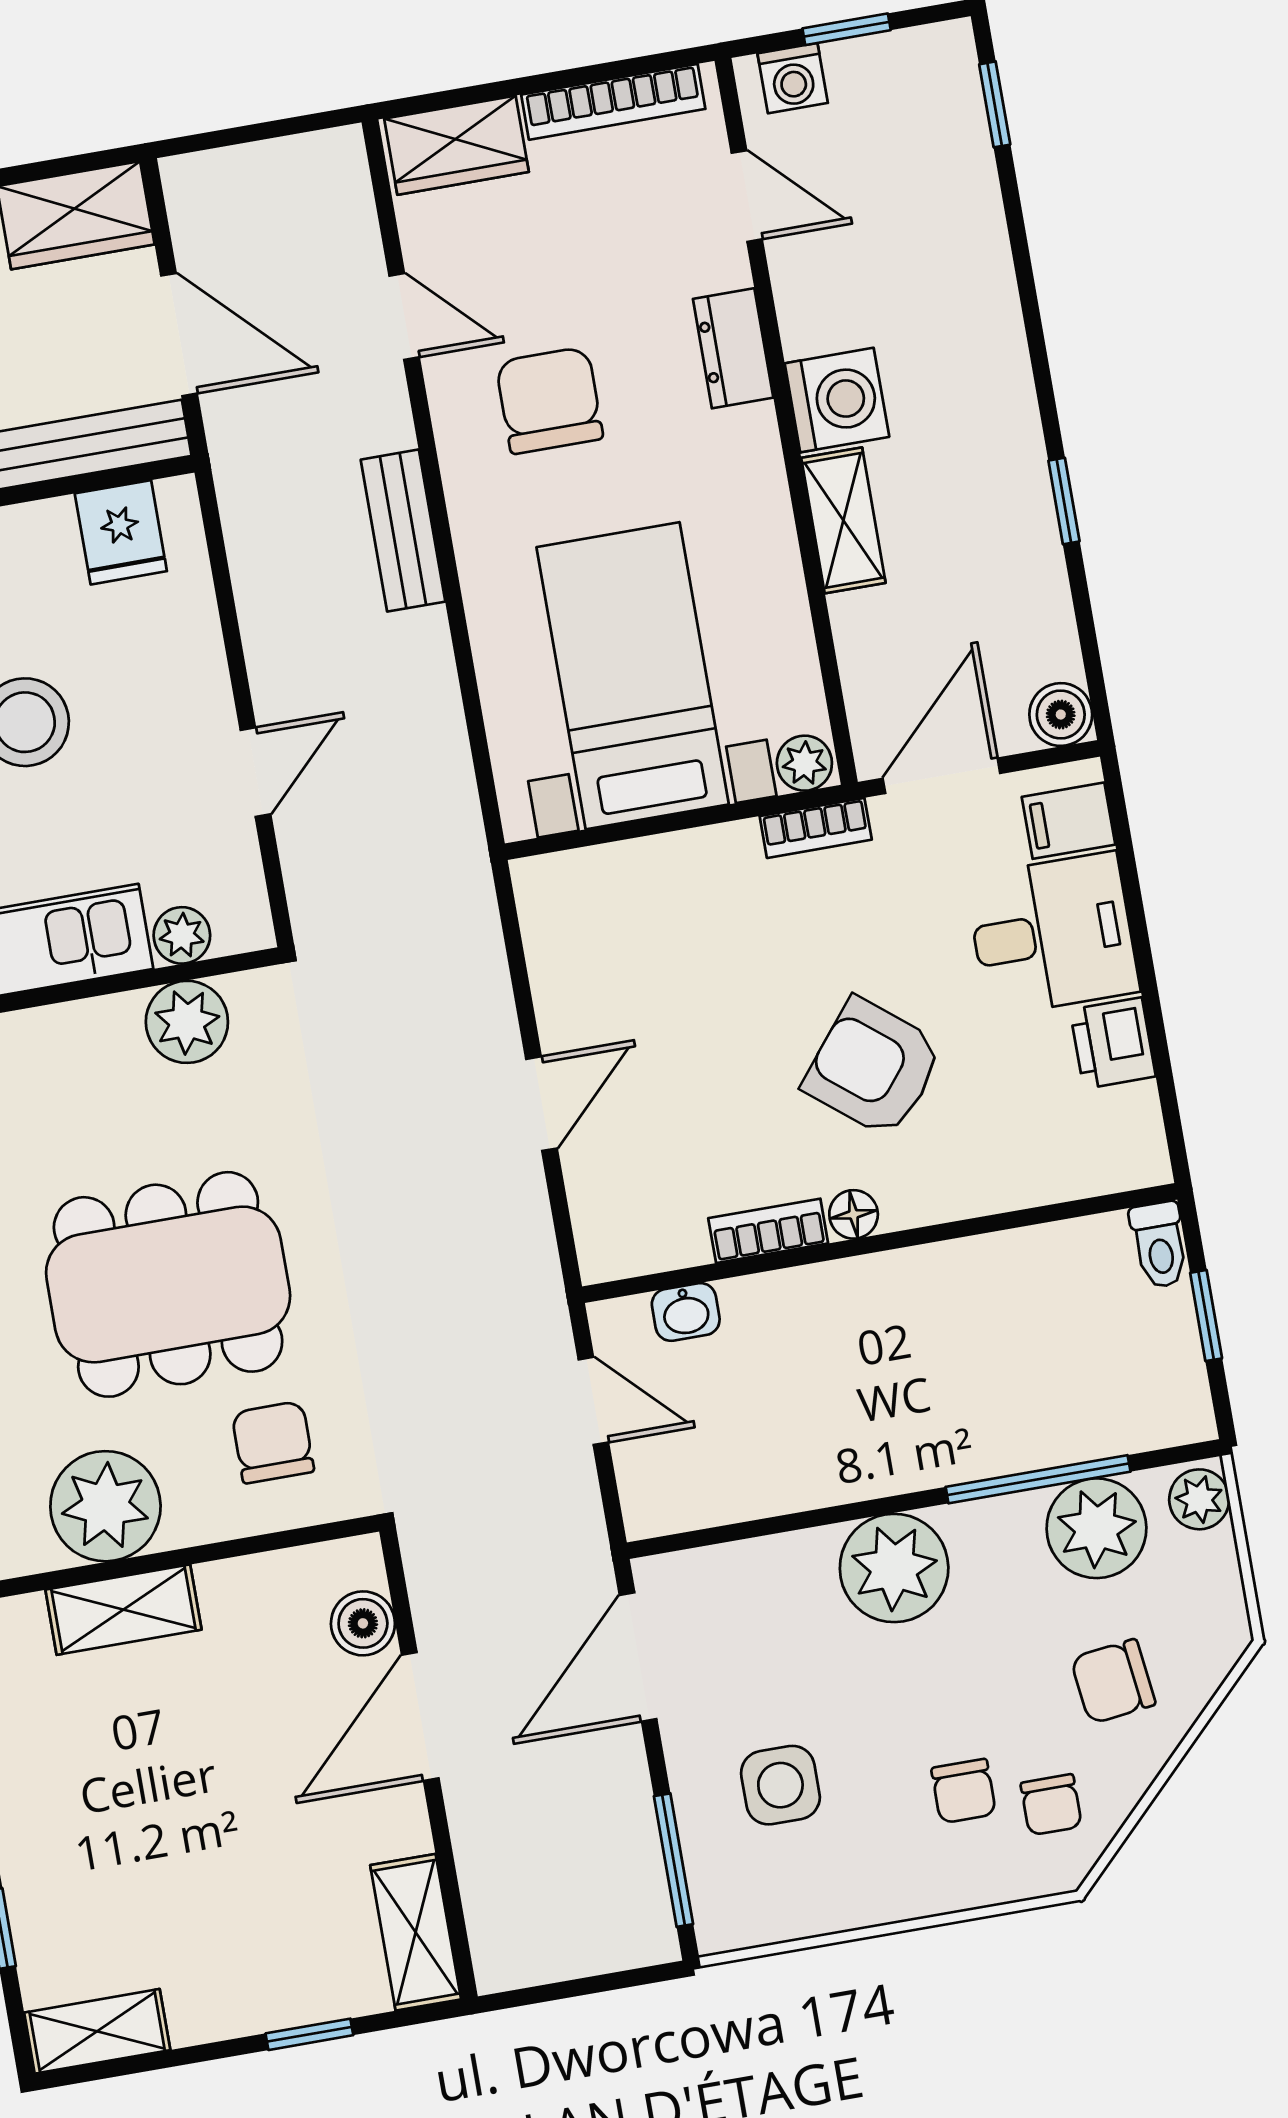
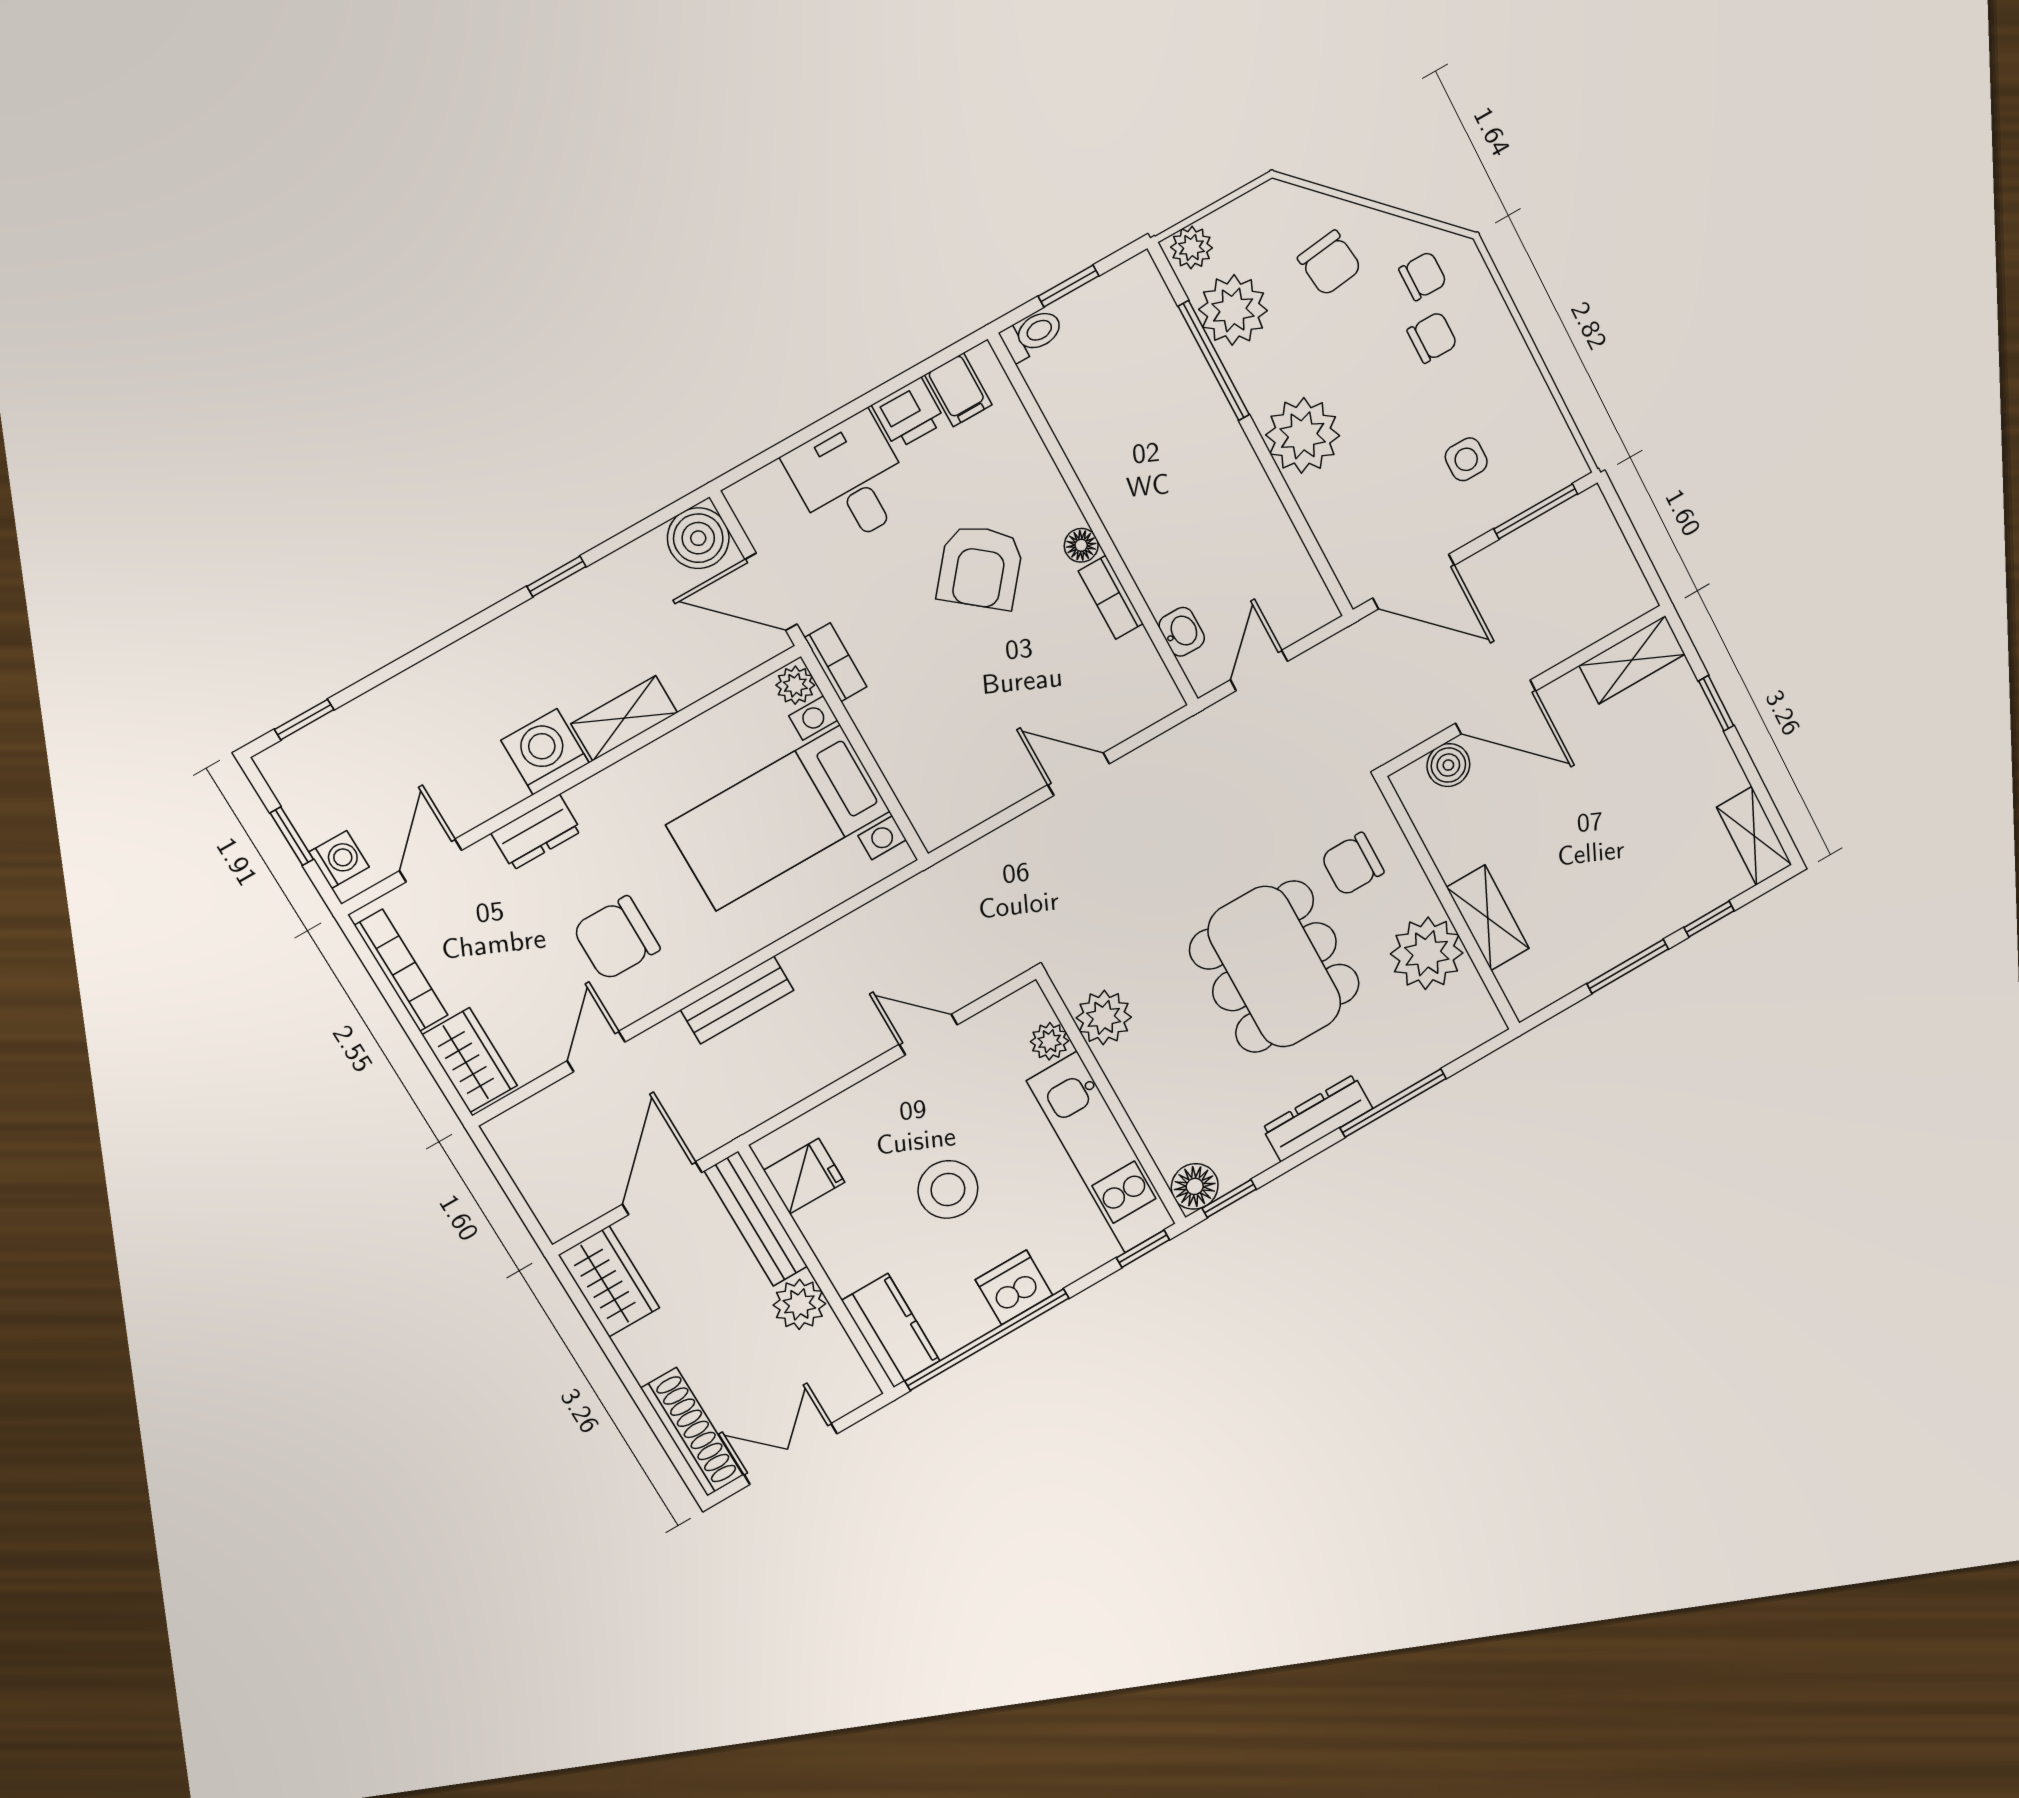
boiler: (1061, 715) -> (698, 538), width x1.36, depth x1.36
filing cabinet: (1068, 821) -> (958, 390), moved
side table: (780, 1785) -> (1466, 459), width x0.73, depth x0.73

